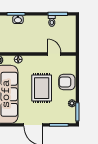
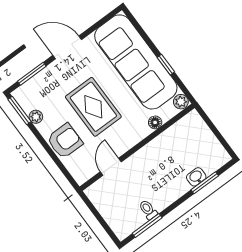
door: (54, 54) -> (111, 167), swing flipped

